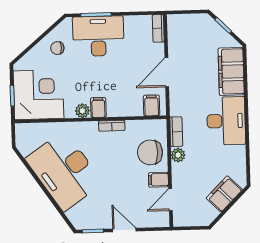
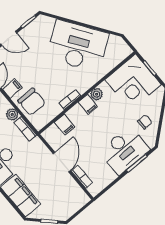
bookcase: (158, 28) -> (82, 177), moved
filing cabinet: (152, 105) -> (65, 125), moved
chair: (150, 152) -> (32, 102), turned 90

